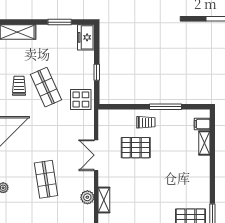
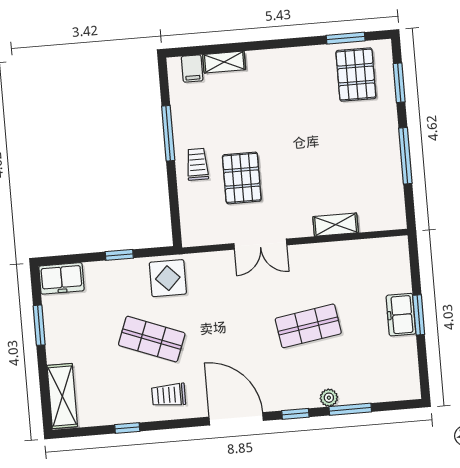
trolley: (19, 86) -> (169, 395), moved
shop shelf: (46, 87) -> (152, 339), turned 45
plant: (87, 197) -> (333, 253), removed

